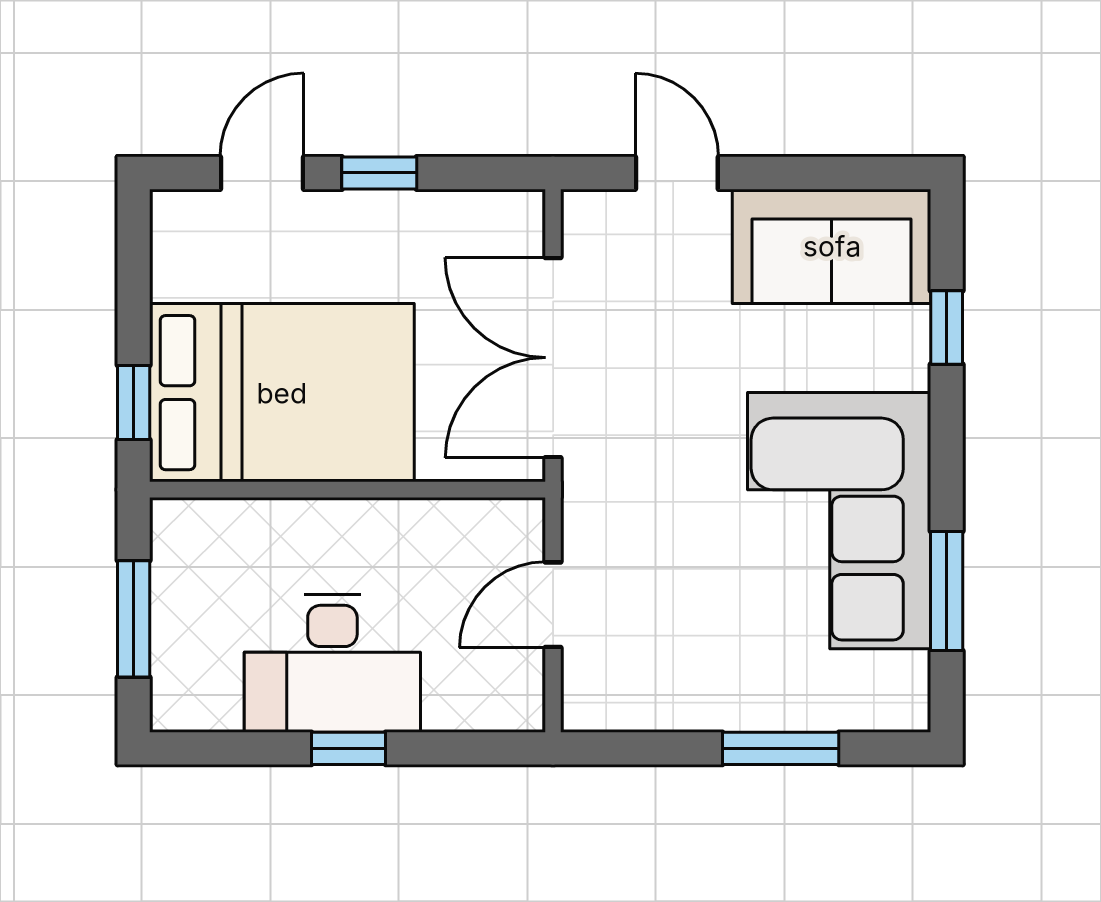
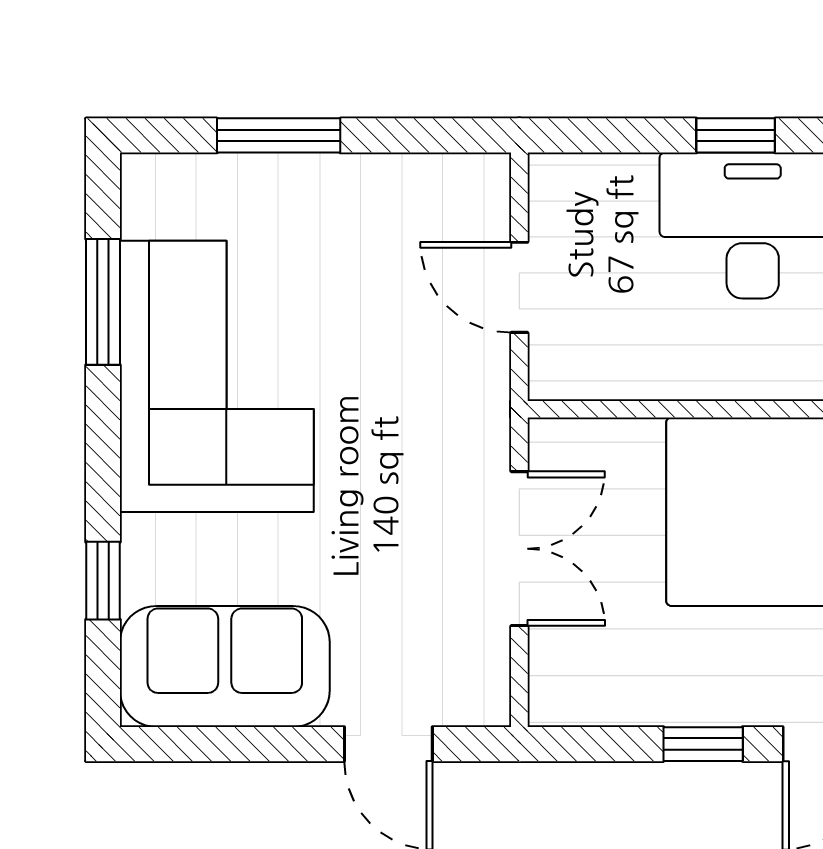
double door: (553, 358) -> (519, 549), width x0.73
door: (553, 605) -> (519, 287), swing flipped

